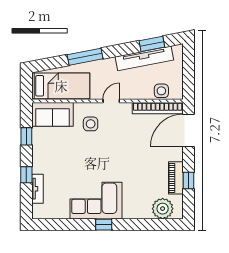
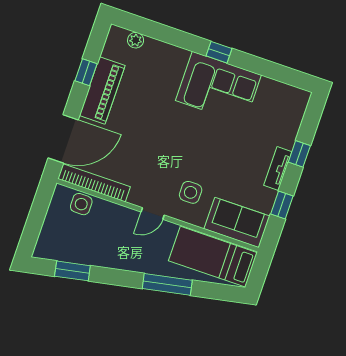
tv unit: (144, 58) -> (89, 255), removed
piano: (176, 178) -> (102, 91), width x1.37, depth x1.33
tv unit: (37, 189) -> (278, 168), moved
plant: (163, 209) -> (136, 40), width x0.53, depth x0.53

